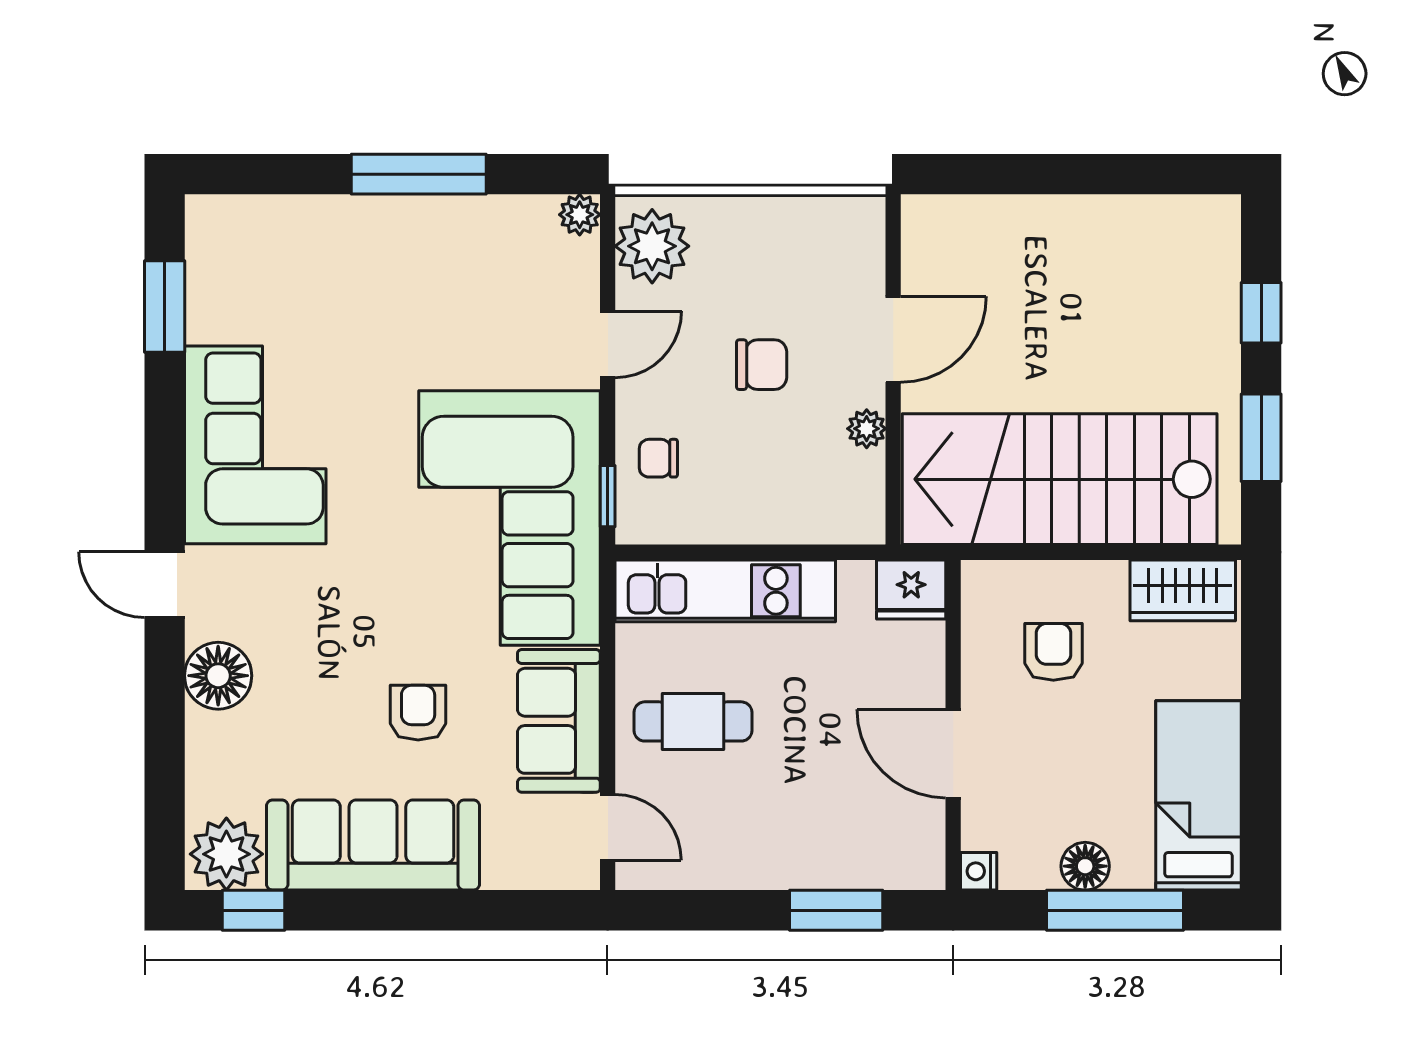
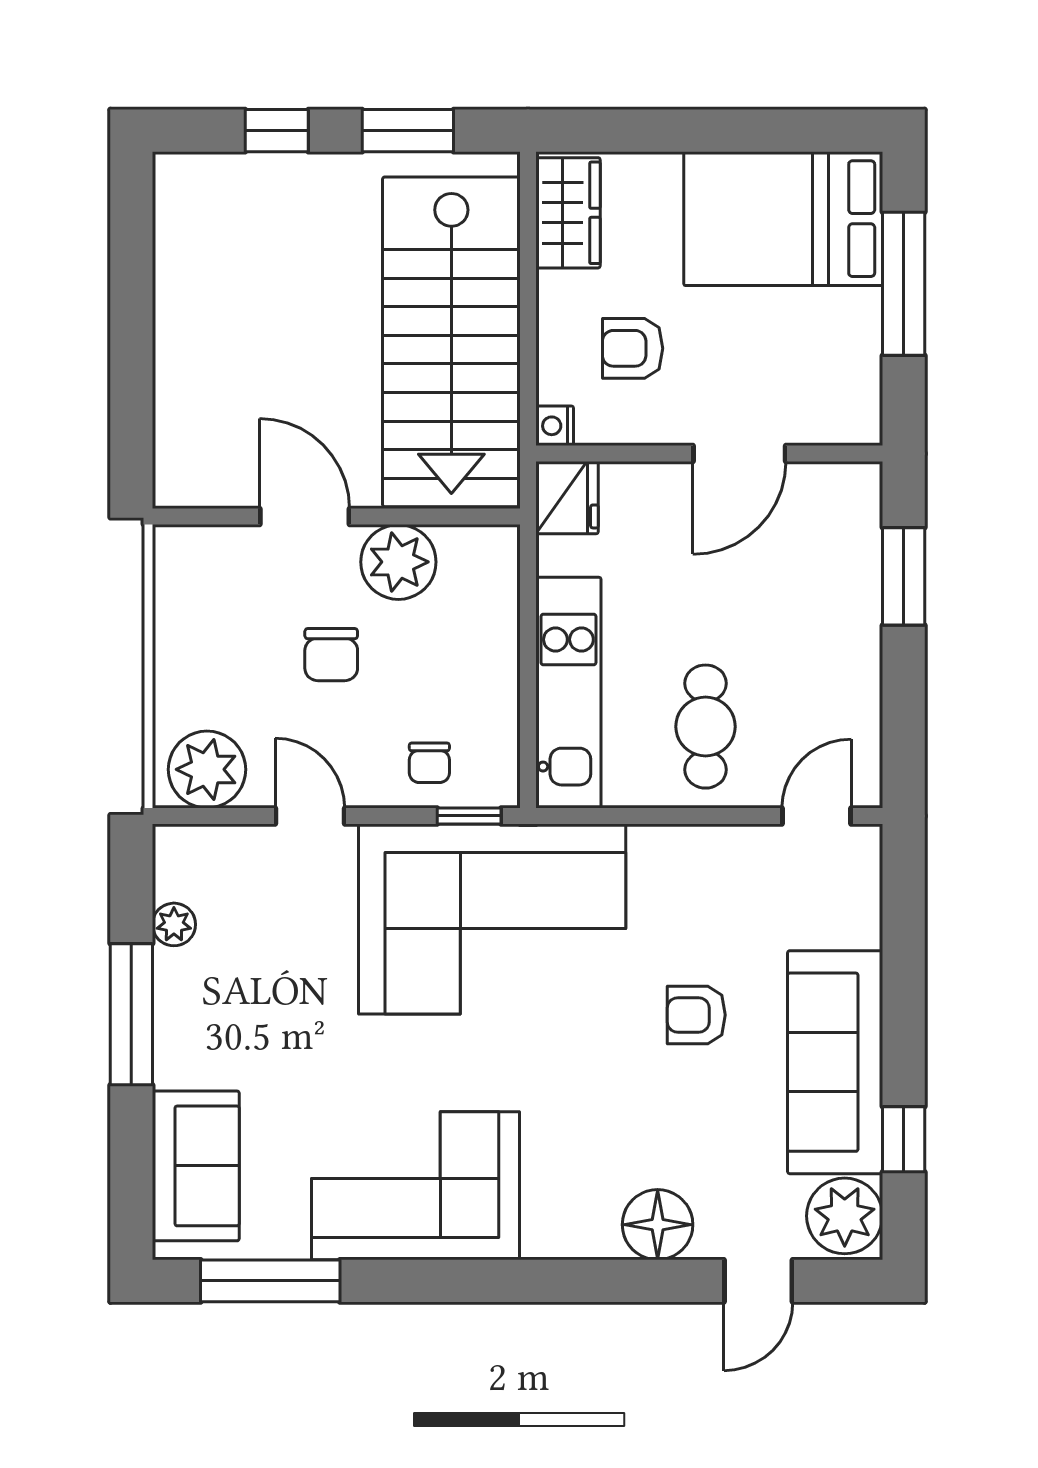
plant: (580, 215) -> (174, 924), moved
window: (165, 307) -> (270, 1281), width x1.44
chair: (762, 365) -> (331, 655), turned 180
plant: (867, 429) -> (398, 562), width x1.87, depth x1.87
door: (165, 585) -> (758, 1281), moved
sofa: (559, 721) -> (196, 1166), moved, turned -90
bed: (1198, 795) -> (783, 219), width x1.50
floor lamp: (1085, 866) -> (857, 315), removed
nightstand: (979, 871) -> (555, 426), moved, turned 90
window: (254, 910) -> (904, 1139), moved

